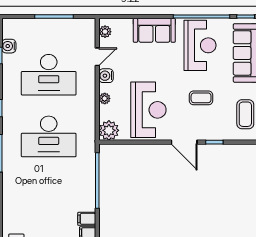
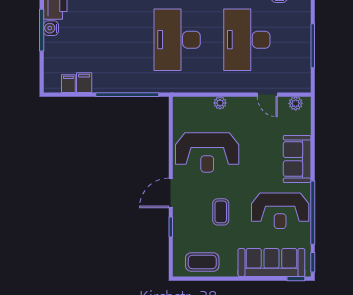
water cooler: (106, 76) -> (246, 105), removed
plant: (109, 130) -> (184, 108), removed

